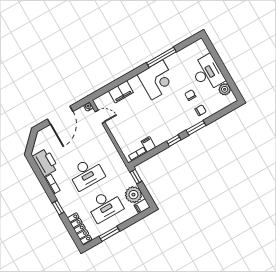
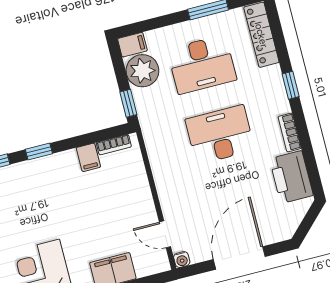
desk: (105, 206) -> (202, 64), turned 180

